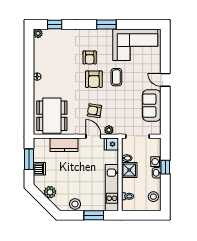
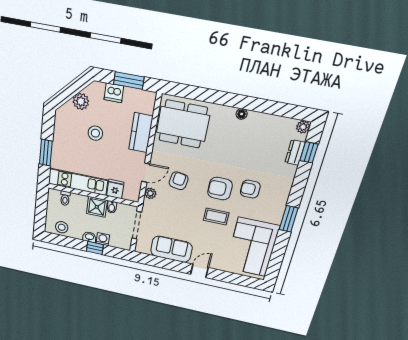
dresser: (57, 34) -> (295, 152), added
fridge: (111, 144) -> (115, 189), moved
stool: (75, 204) -> (95, 133), moved

